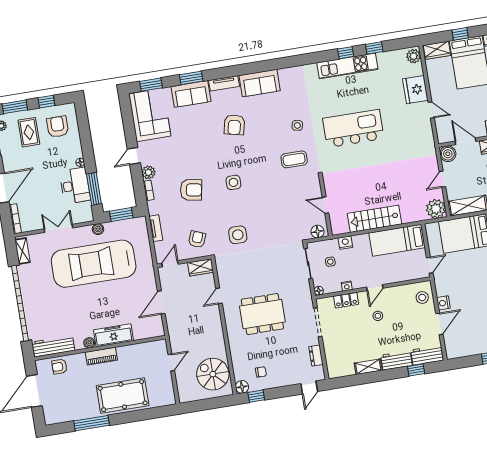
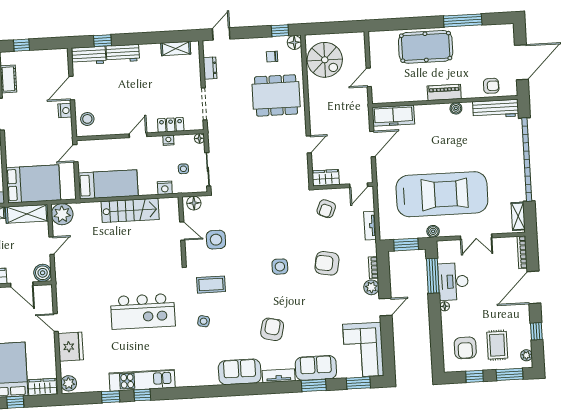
side table: (238, 235) -> (216, 240), moved
dining table: (262, 314) -> (276, 95), moved
stool: (378, 316) -> (138, 104), removed
freezer: (114, 335) -> (393, 116), moved
shelving: (368, 367) -> (176, 49), moved

